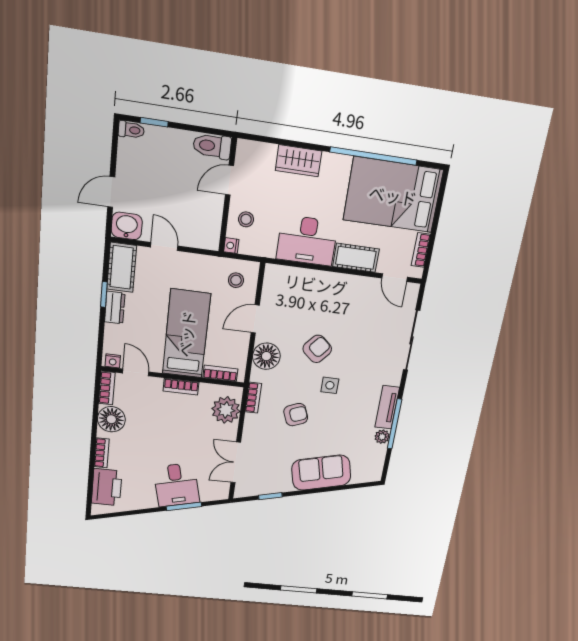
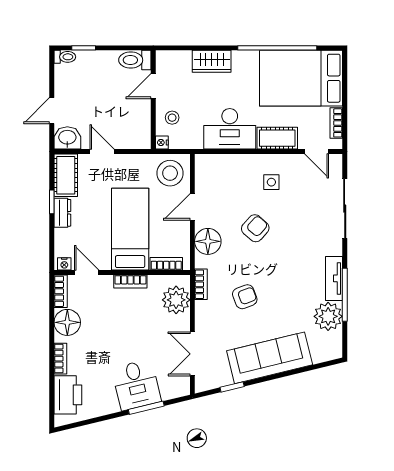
stool: (236, 280) -> (170, 173), width x1.89, depth x1.89
side table: (330, 385) -> (271, 182), moved
plant: (382, 437) -> (328, 316), width x1.88, depth x1.88
sofa: (321, 473) -> (270, 358), width x1.36

